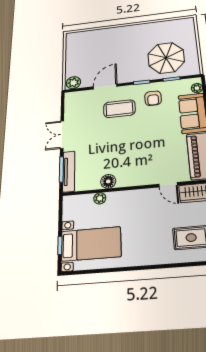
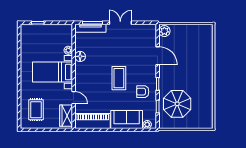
coffee table: (119, 109) -> (119, 78), moved
door: (168, 185) -> (74, 98), swing flipped
bed with nightstands: (91, 244) -> (52, 72), moved, turned 90

